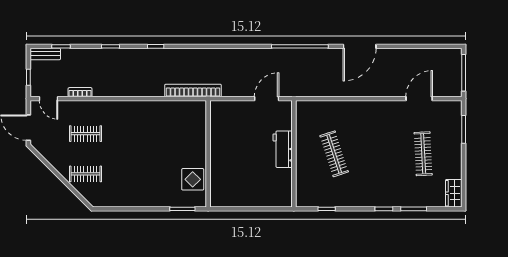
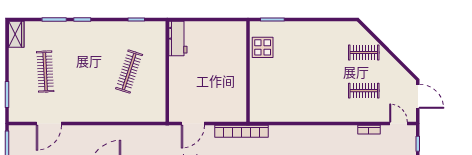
bookcase: (193, 91) -> (241, 131), moved
workbench: (283, 149) -> (178, 38), moved
clothes rail: (334, 154) -> (129, 72), turned 36

